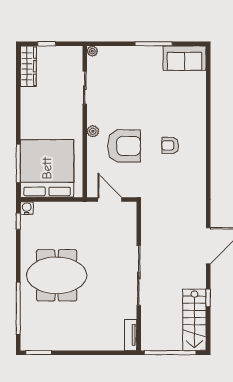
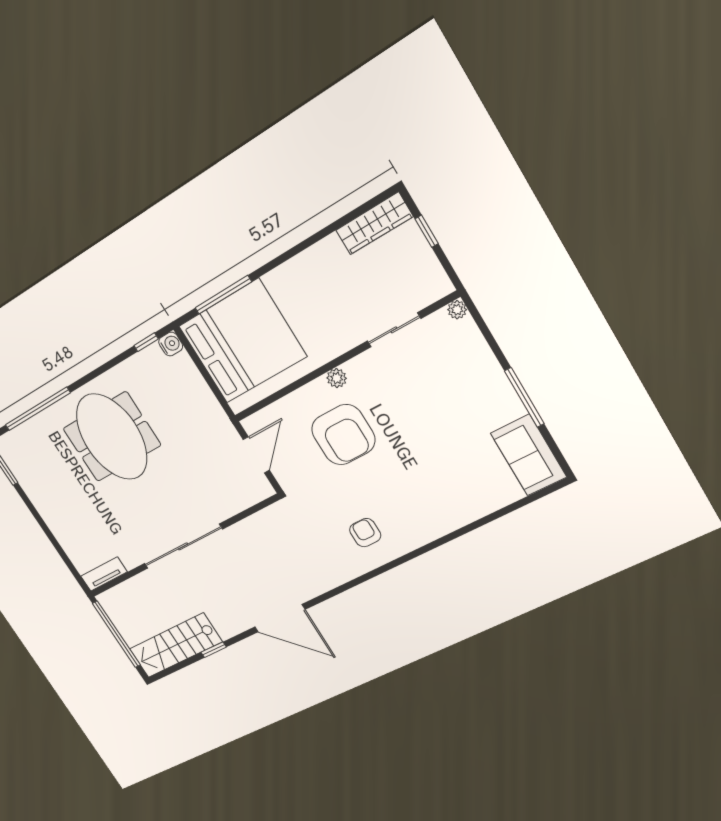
armchair: (170, 145) -> (365, 533), moved

